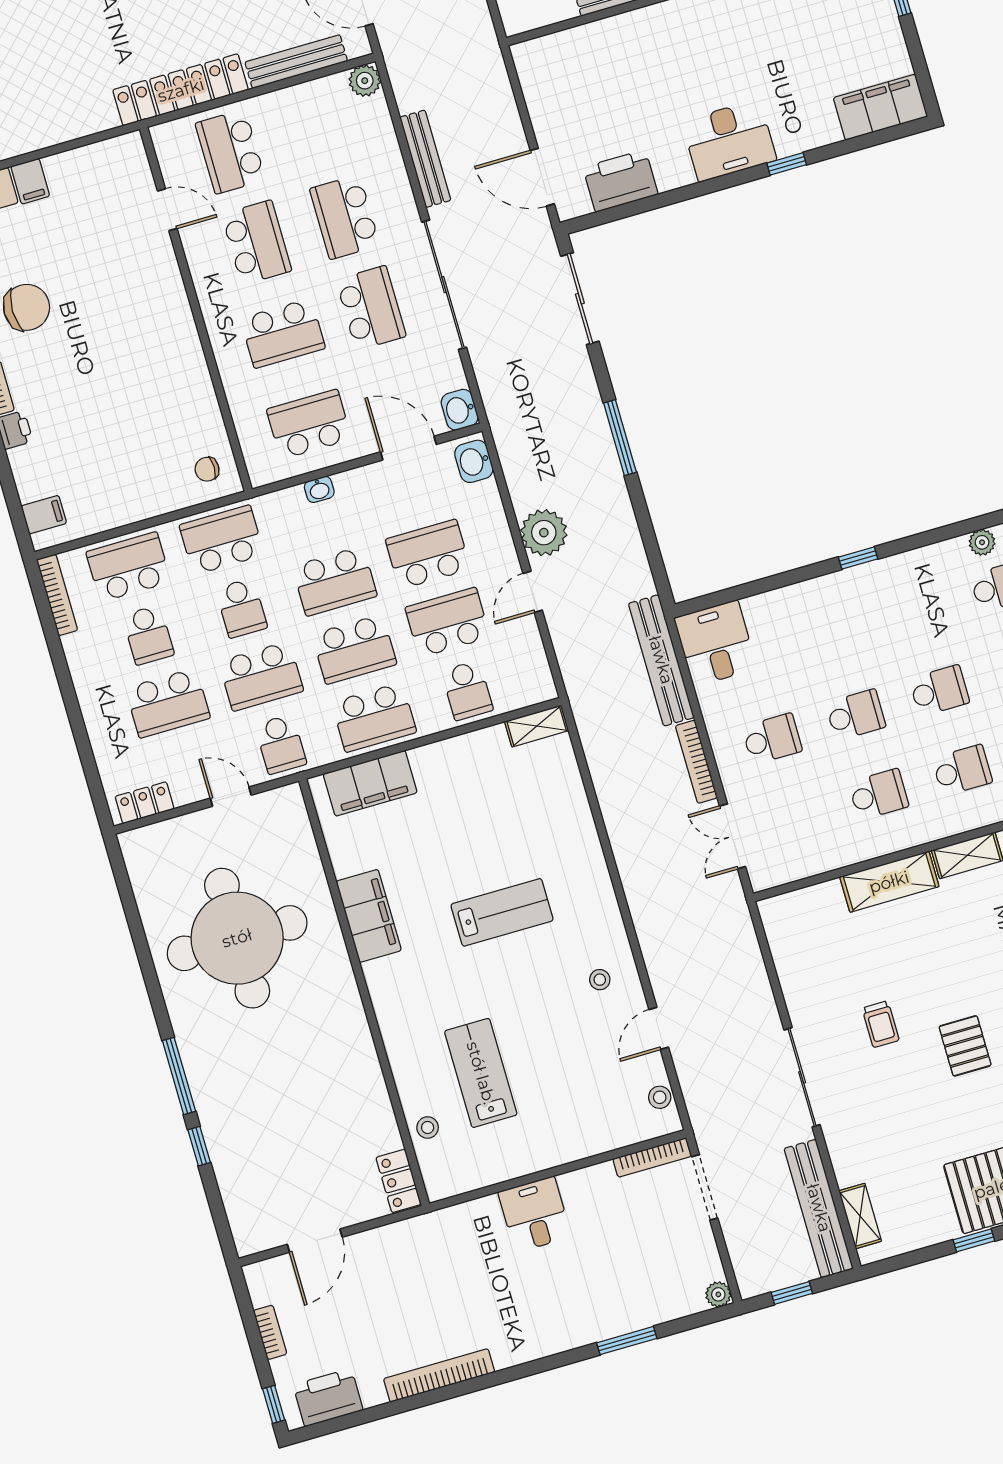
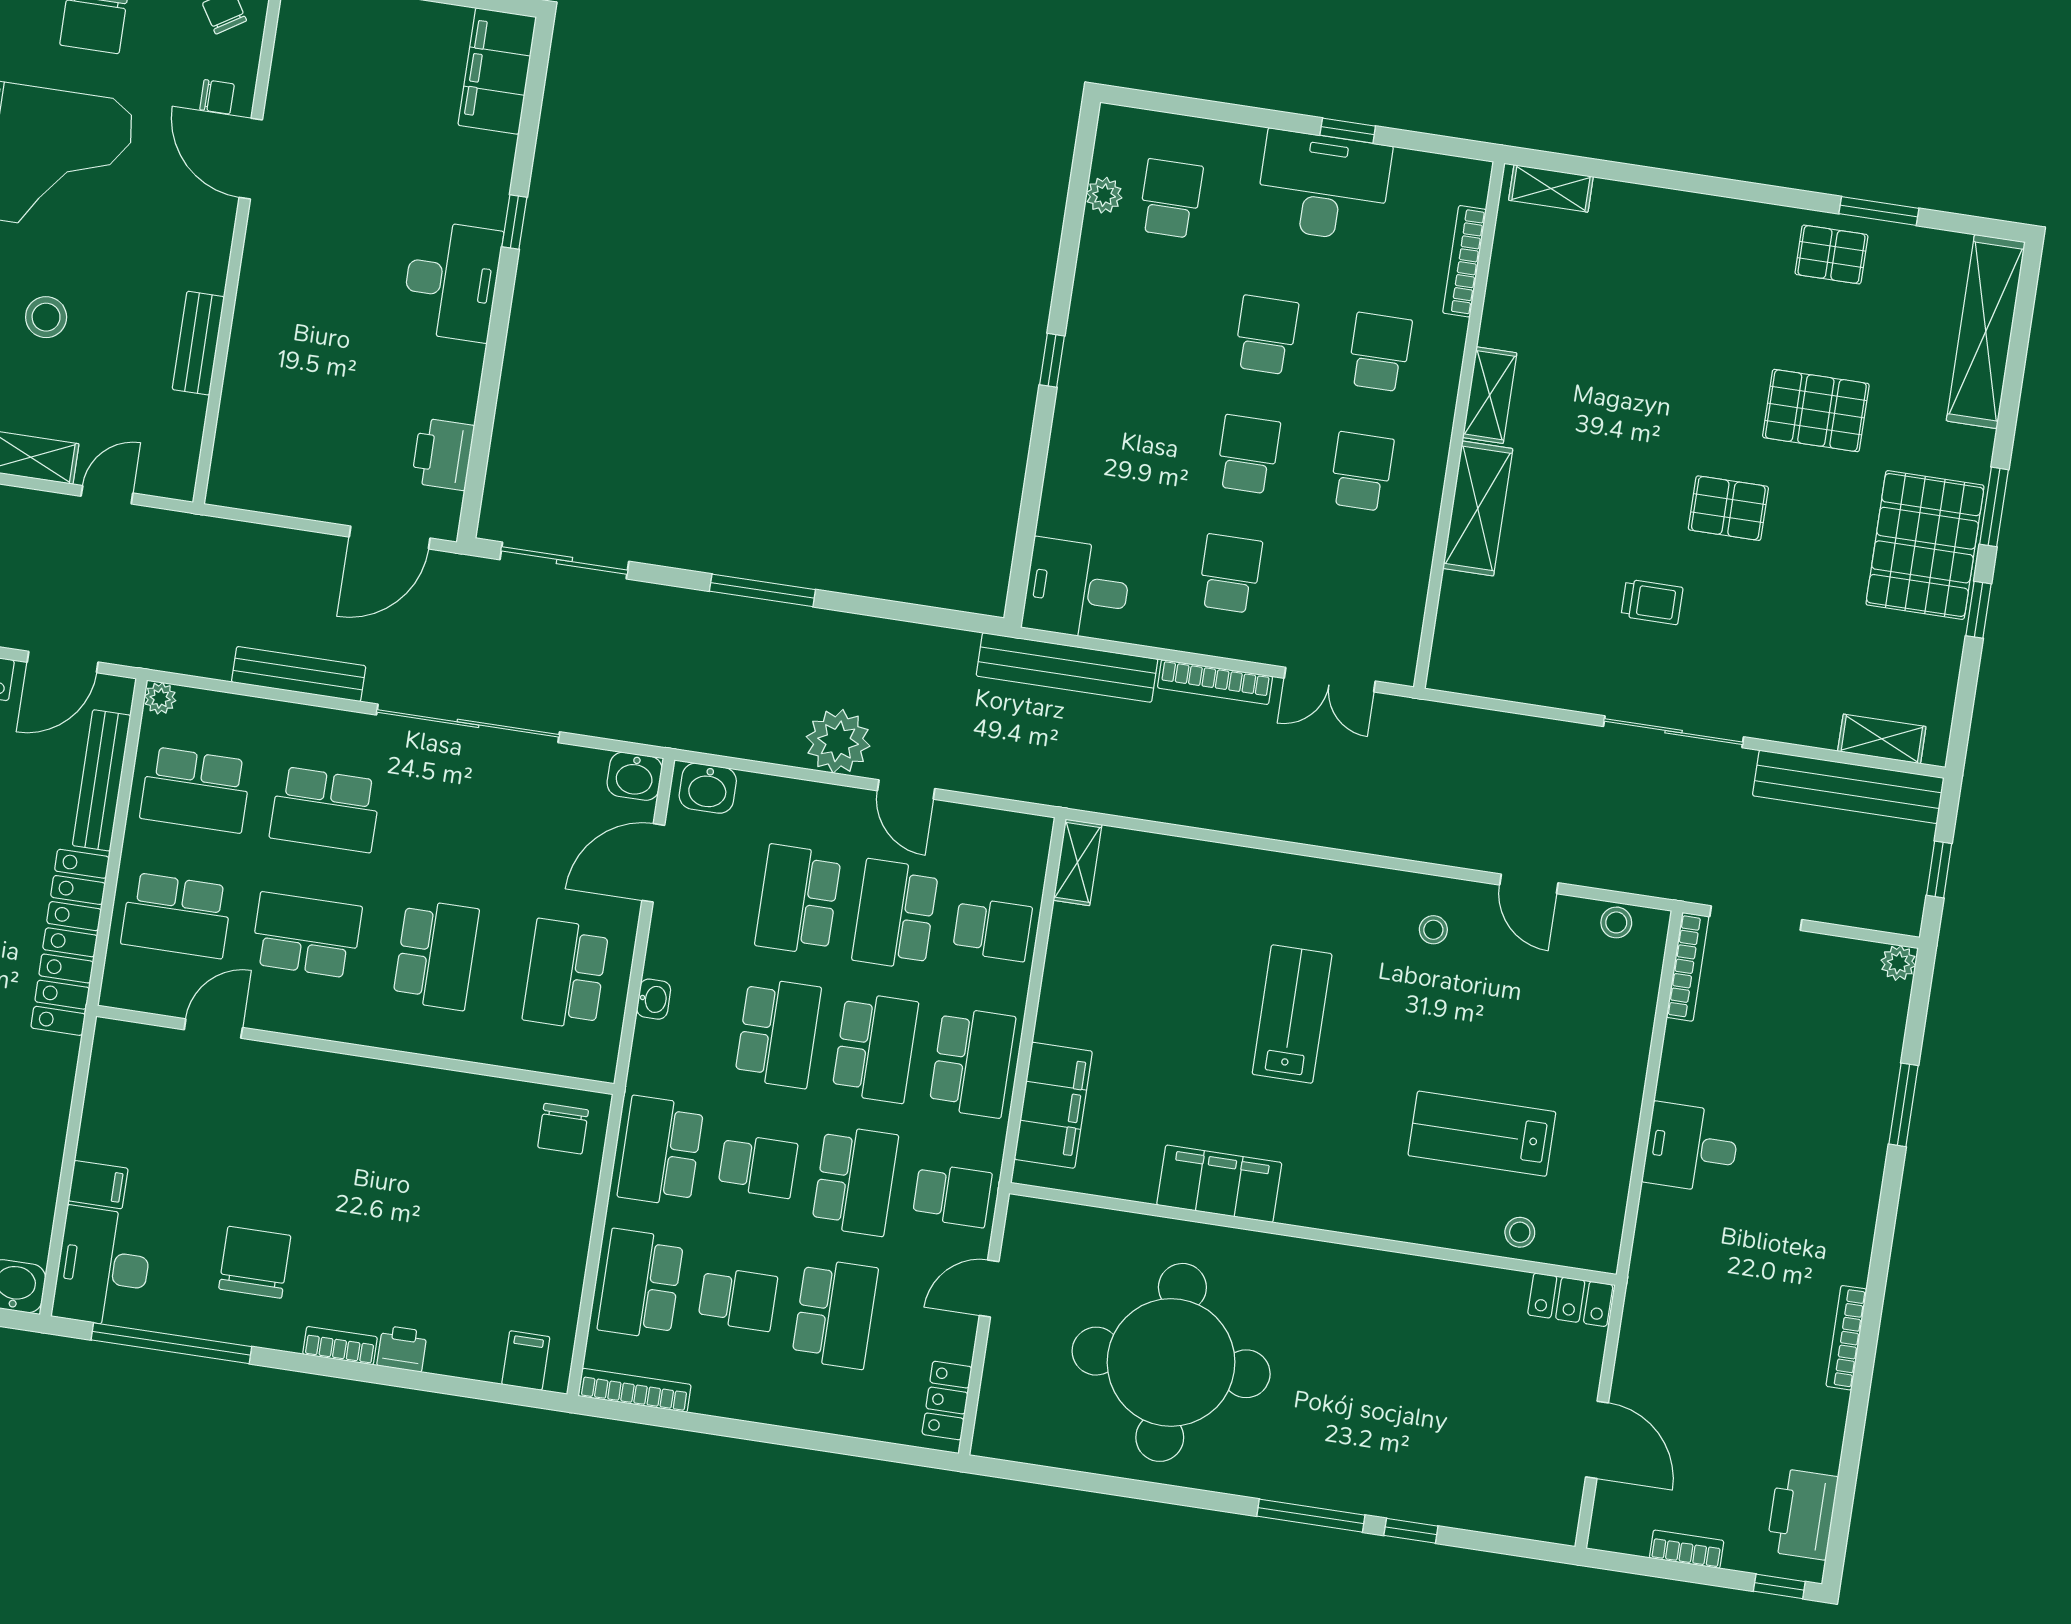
plant: (365, 81) -> (160, 698), width x0.73, depth x0.73
printer: (620, 181) -> (443, 454), width x0.73, depth x0.84
school desk: (371, 308) -> (196, 790), moved, turned 180
chair: (207, 469) -> (563, 1129), width x1.37, depth x1.37
bookcase: (439, 1375) -> (1846, 1338), width x0.68, depth x0.76

